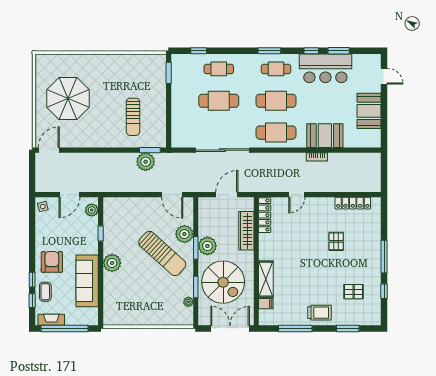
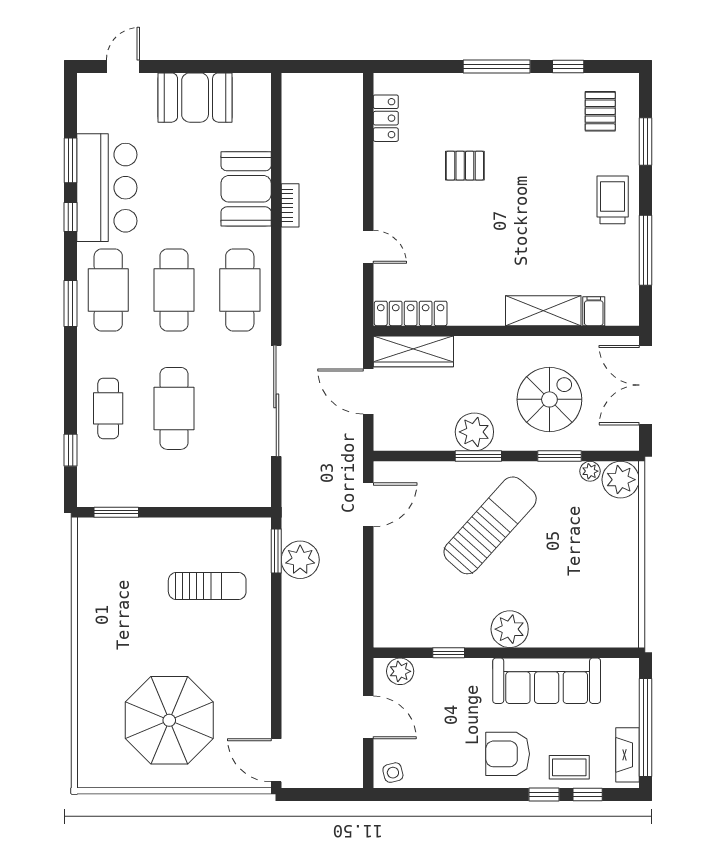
cafe table: (276, 69) -> (108, 290), width x1.37, depth x1.35
locker: (353, 203) -> (386, 118), width x0.66
wardrobe: (246, 231) -> (413, 351), moved
plant: (184, 234) -> (621, 480), moved
spiral stairs: (223, 282) -> (549, 399), width x0.73, depth x0.73
pallet: (354, 292) -> (600, 111), moved

